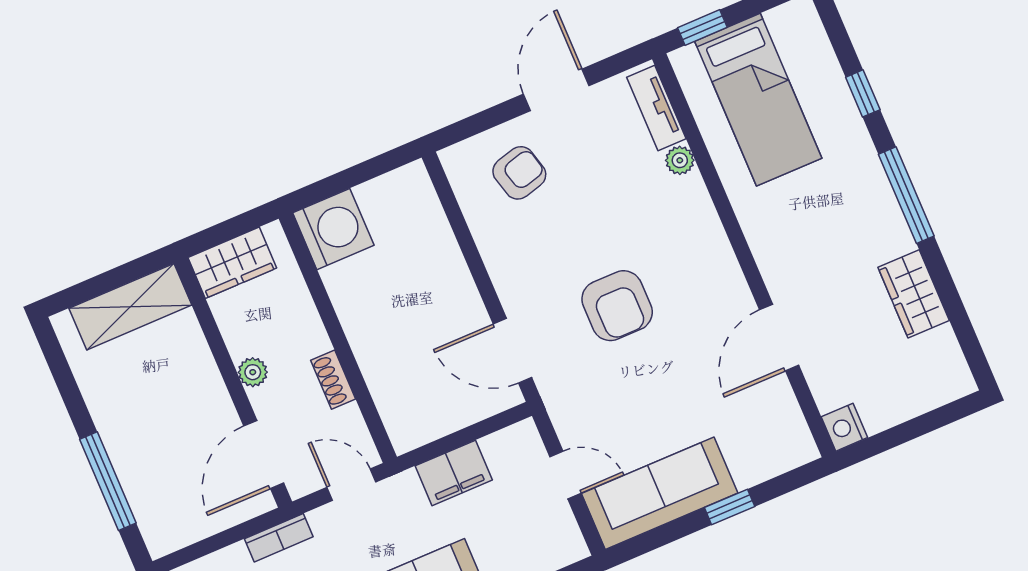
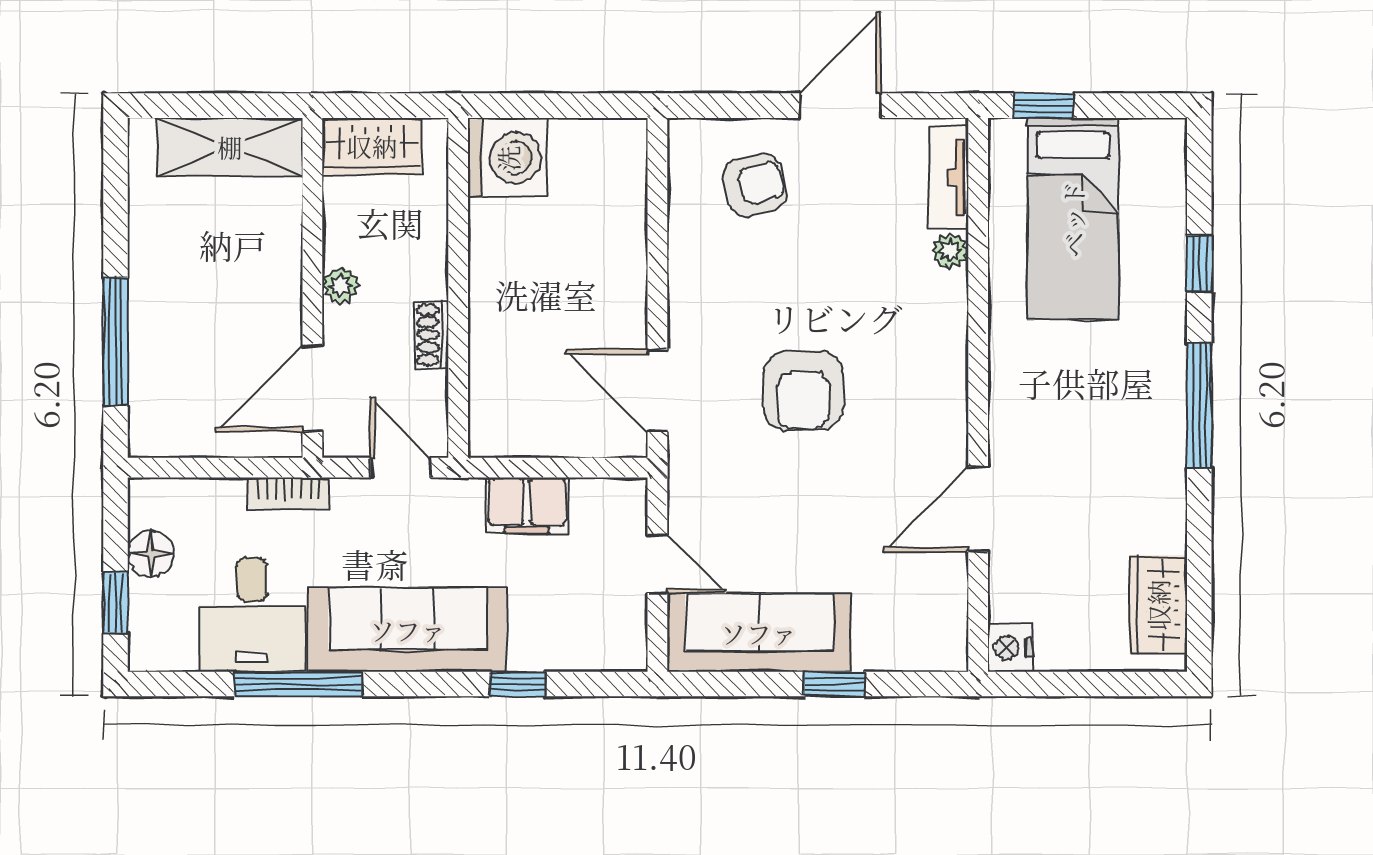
wardrobe: (914, 294) -> (1158, 605), moved

